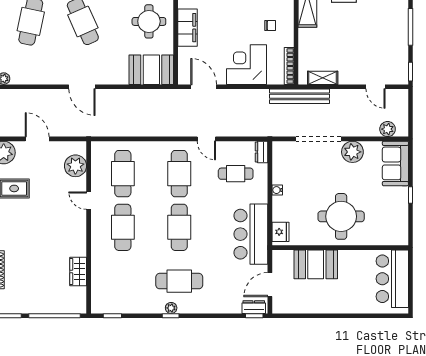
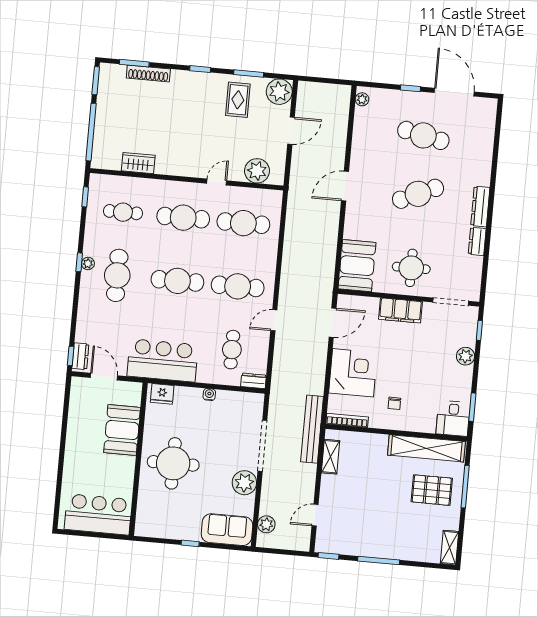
cafe table: (123, 281) -> (123, 212), added

